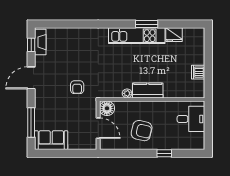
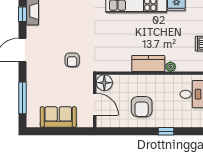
plant: (127, 93) -> (171, 67), moved
armchair: (142, 131) -> (142, 107), turned 77
sofa: (51, 140) -> (58, 117), moved

